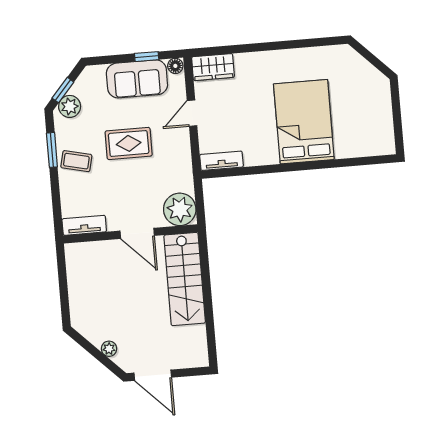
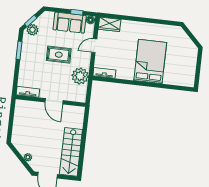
coffee table: (76, 161) -> (30, 58), removed
plant: (180, 209) -> (80, 76), moved
stairs: (185, 279) -> (71, 152), moved

